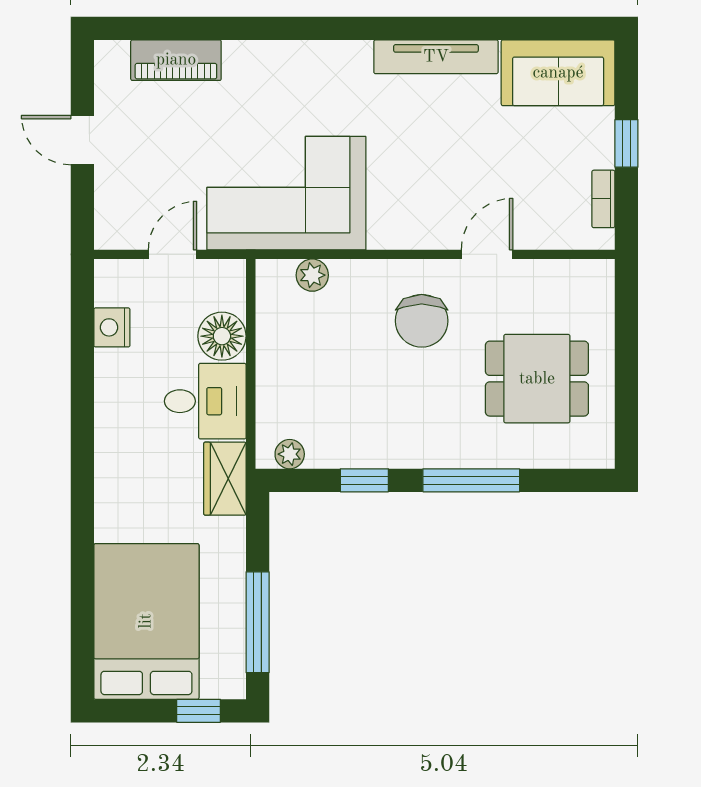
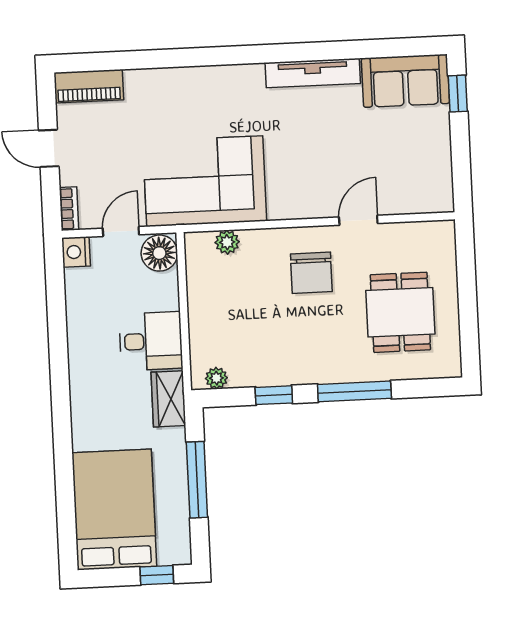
piano: (176, 60) -> (89, 86), moved
window: (626, 143) -> (458, 94), moved
bookcase: (603, 199) -> (69, 209), moved, turned 180
nightstand: (112, 327) -> (76, 252), moved
floor lamp: (222, 336) -> (159, 253), moved
dining table: (537, 379) -> (400, 312), turned 90
window: (258, 622) -> (197, 480), moved

